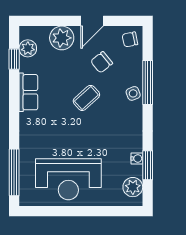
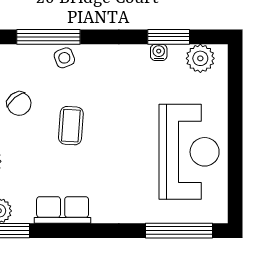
coffee table: (86, 98) -> (71, 126), turned 46

